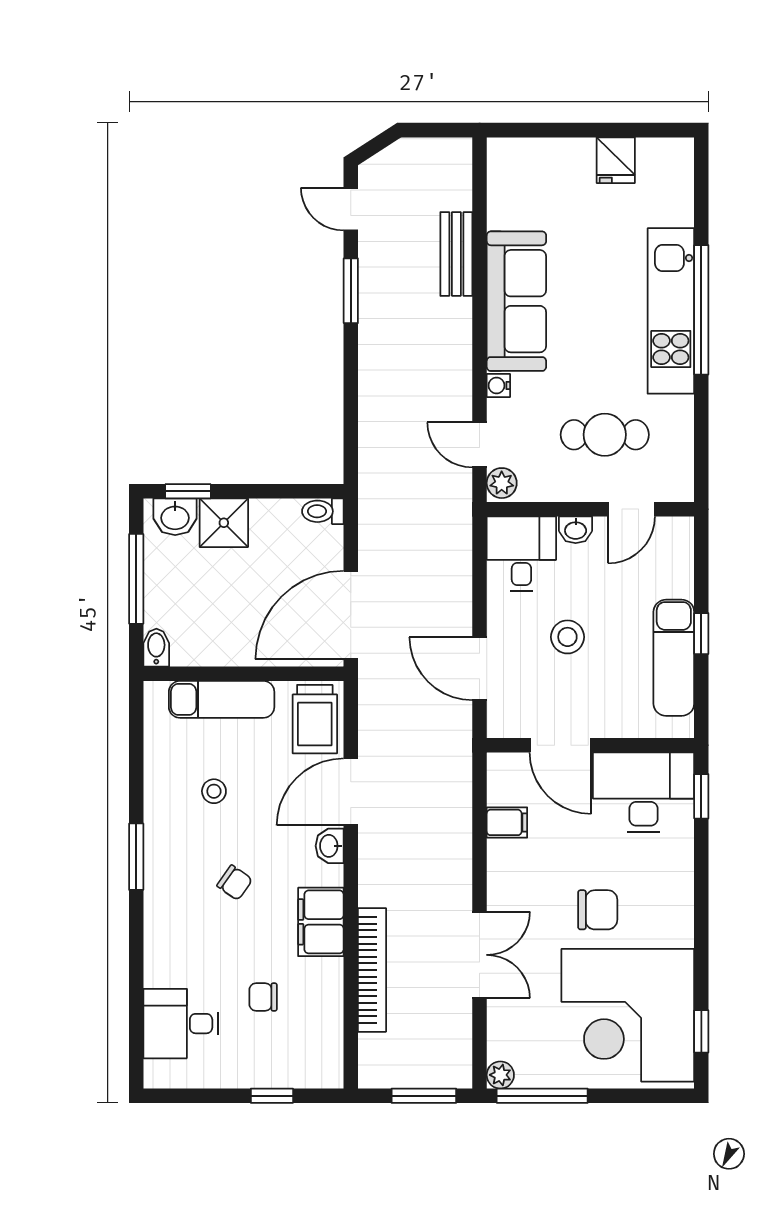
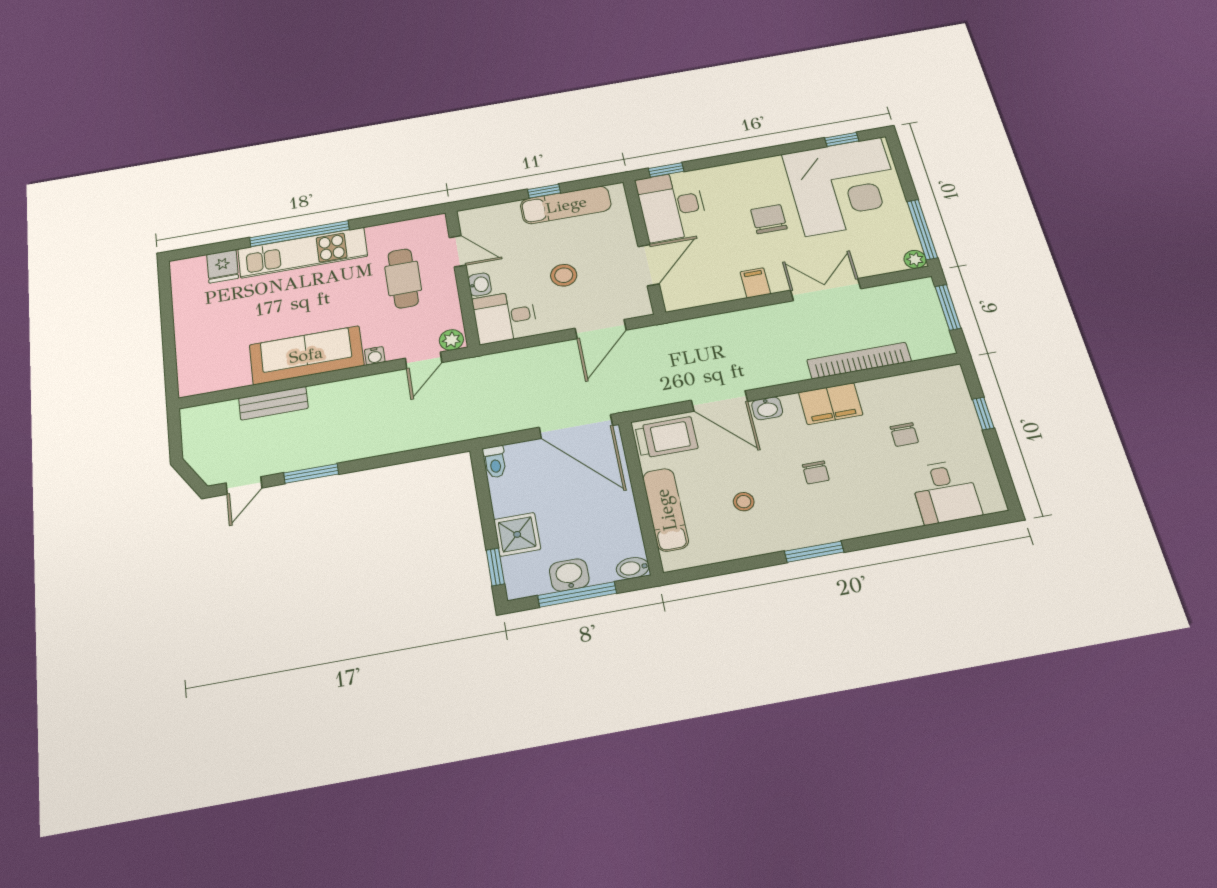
fridge: (616, 160) -> (223, 266), moved, turned 90
washbasin: (175, 517) -> (569, 575), moved, turned -90
filing cabinet: (507, 822) -> (755, 283), moved
chair: (235, 883) -> (816, 472), turned 145

